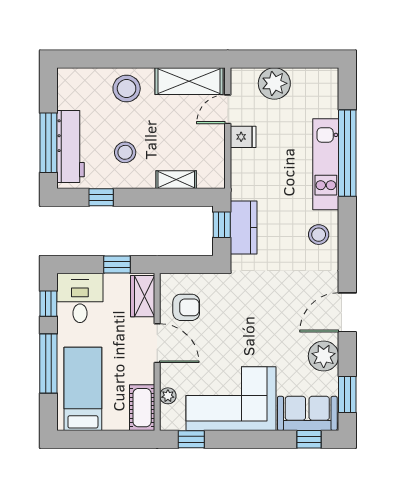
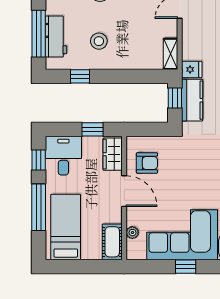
fridge: (243, 137) -> (192, 69), moved
workbench: (71, 147) -> (56, 37), width x0.73
shelving: (176, 180) -> (171, 54), moved, turned 90
window: (191, 439) -> (186, 267), moved

